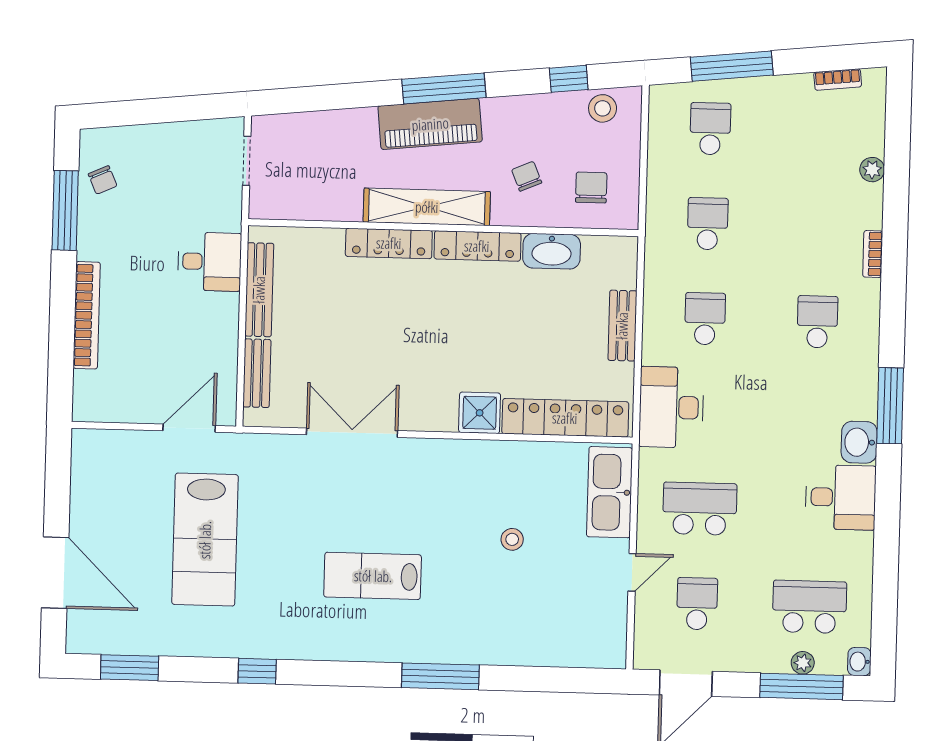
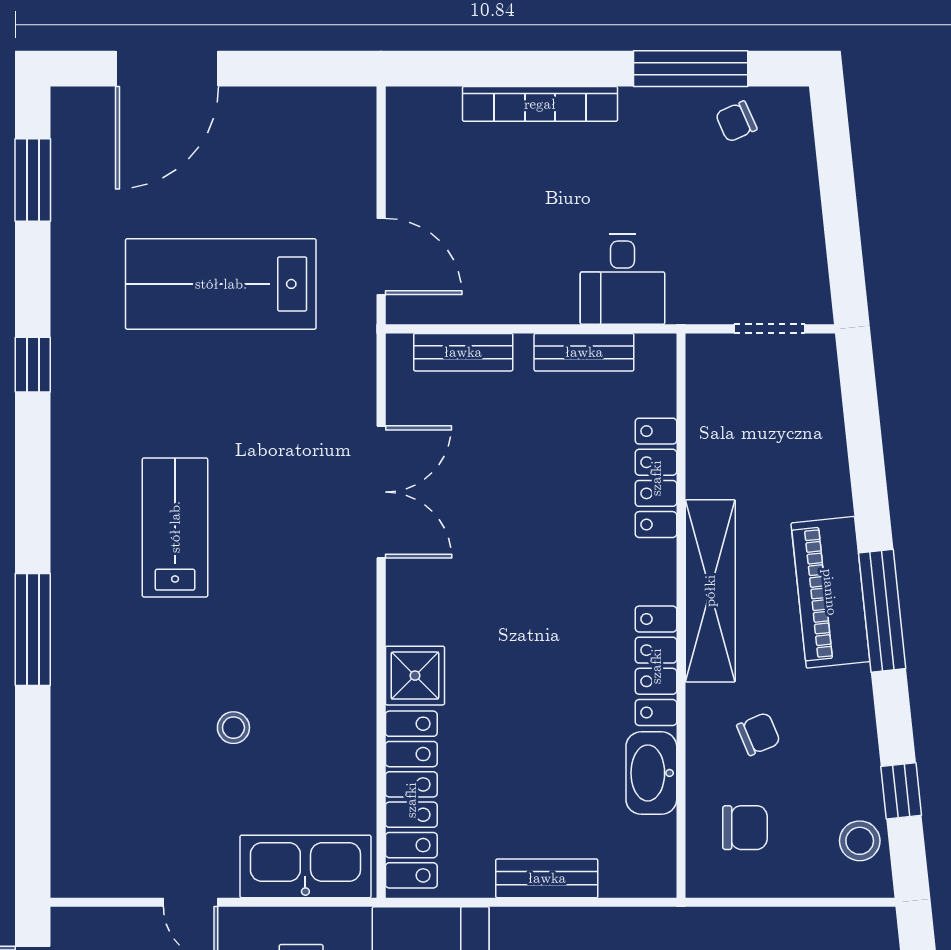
locker: (389, 243) -> (656, 478), moved
bench: (259, 290) -> (584, 352), width x0.73

